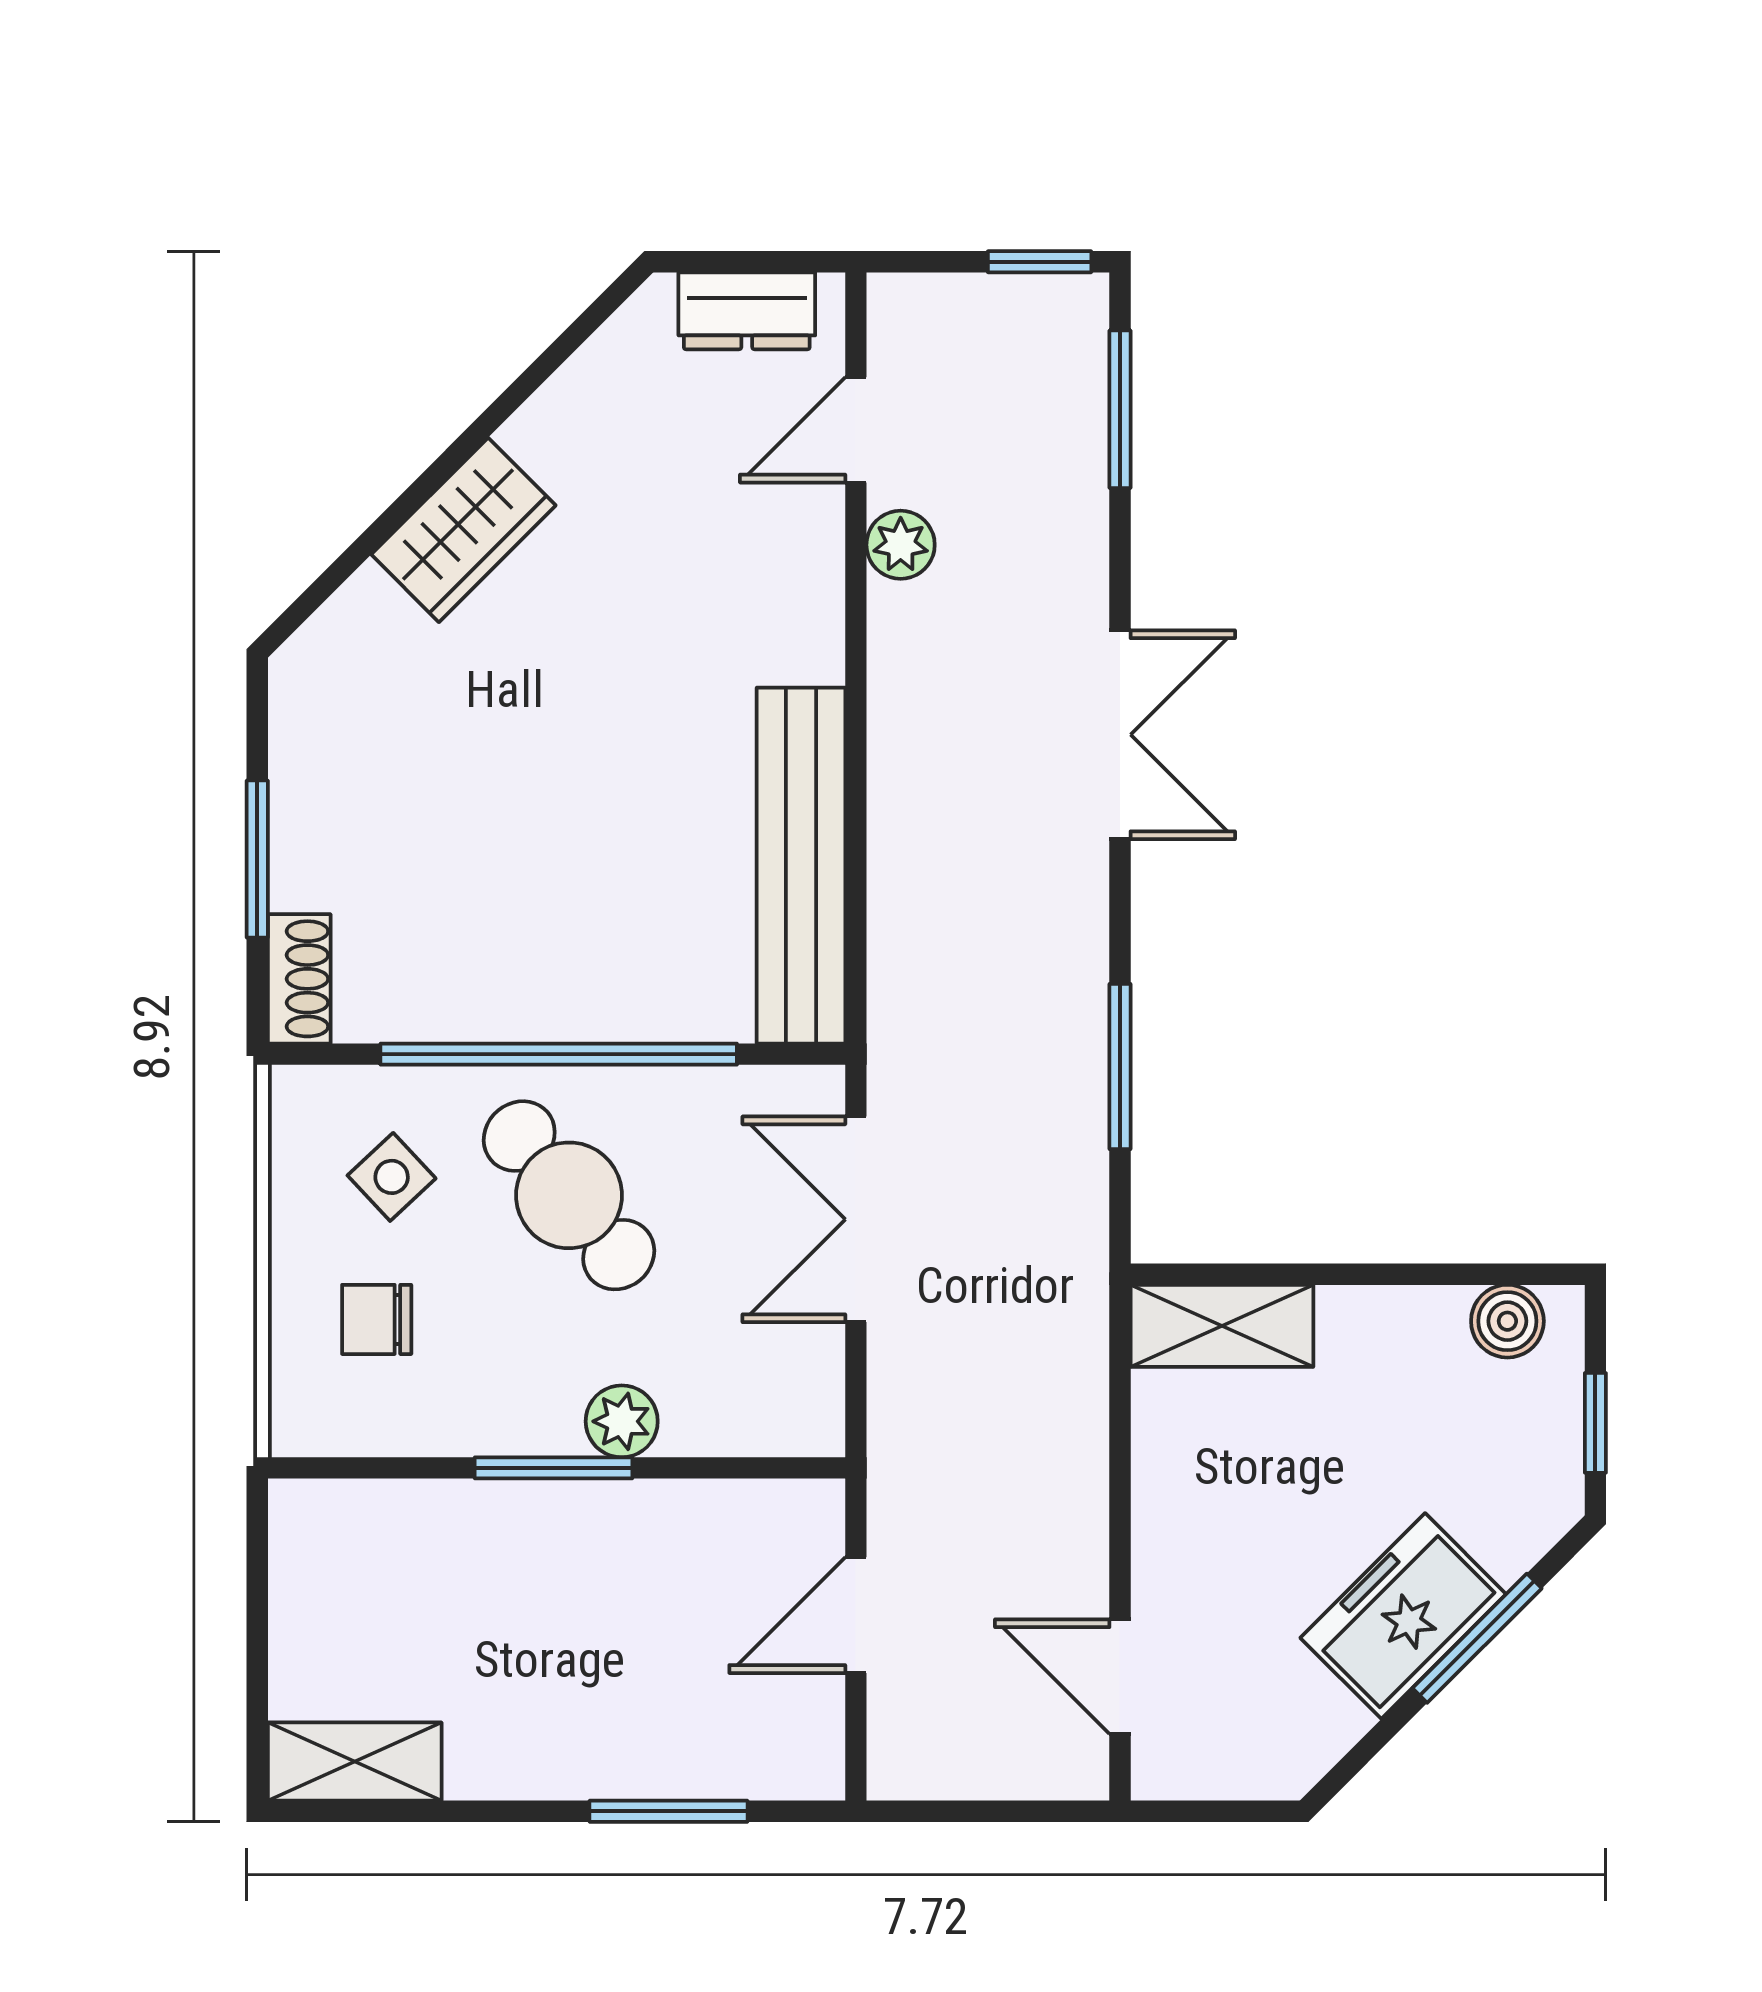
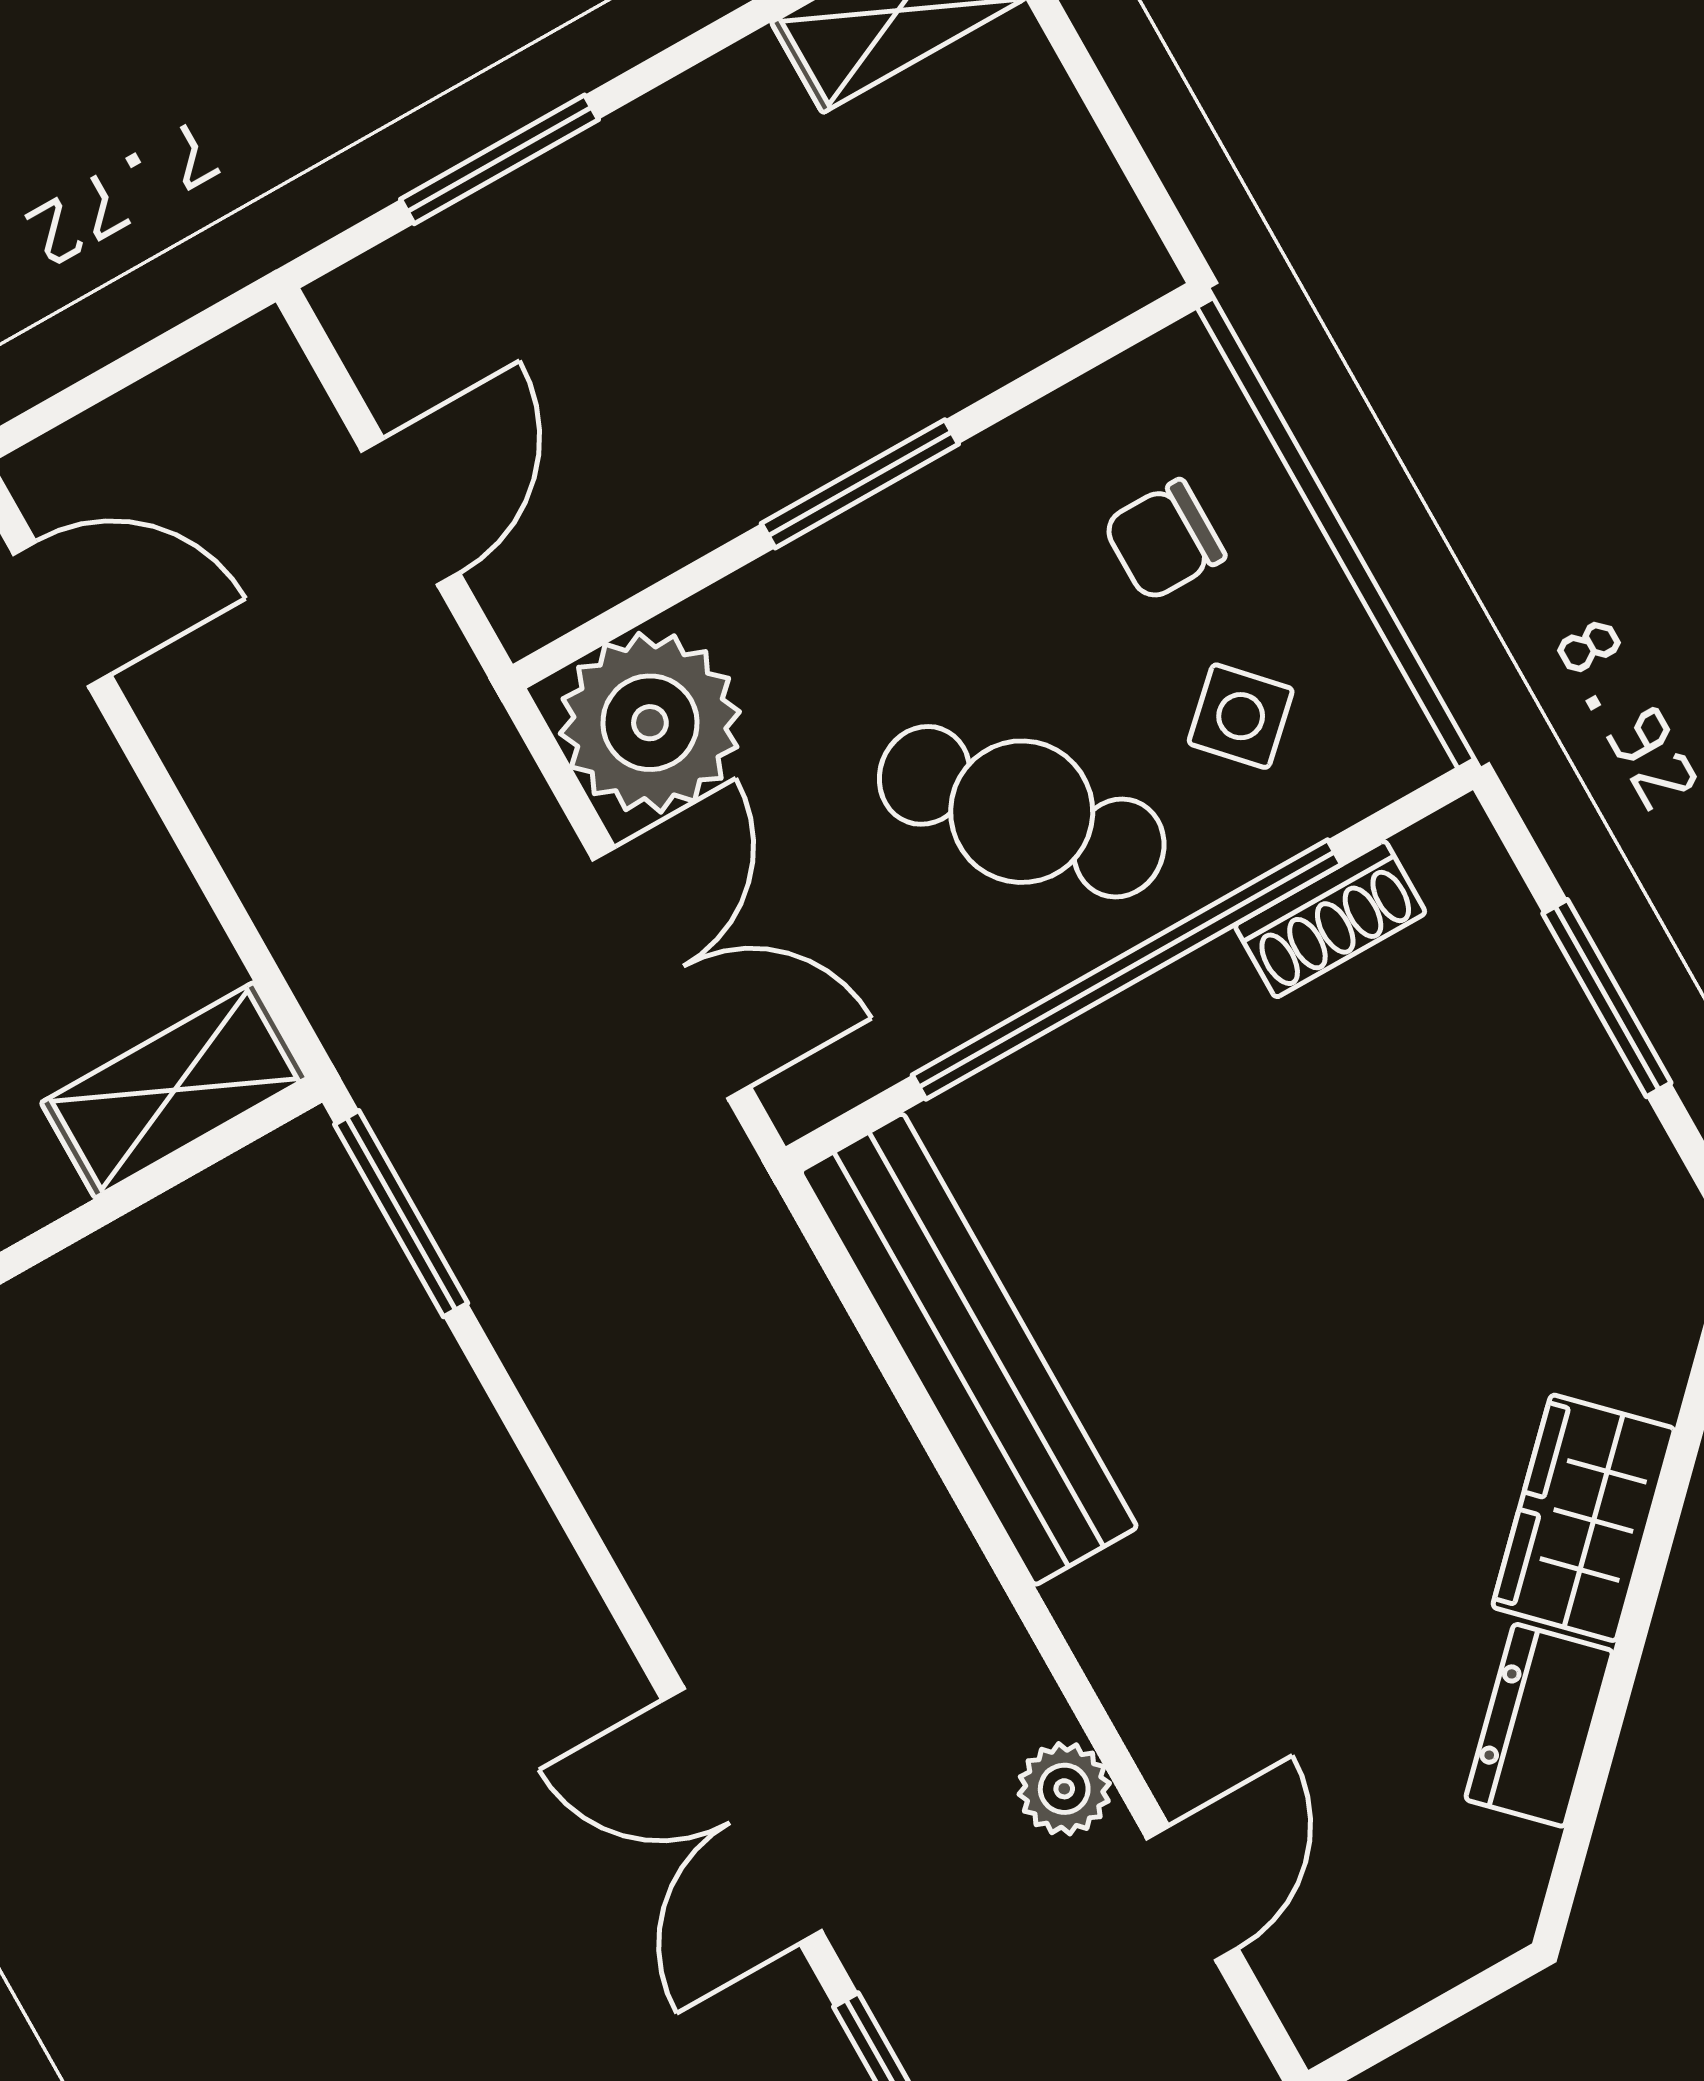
dresser: (747, 311) -> (1539, 1725), moved, turned -45
double door: (1120, 735) -> (742, 1816), moved
shoe rack: (299, 979) -> (1330, 919), moved, turned -90
window: (1120, 1066) -> (401, 1214), moved
chair: (377, 1319) -> (1164, 540), turned 180
plant: (622, 1421) -> (650, 723), moved, width x1.88, depth x1.88

